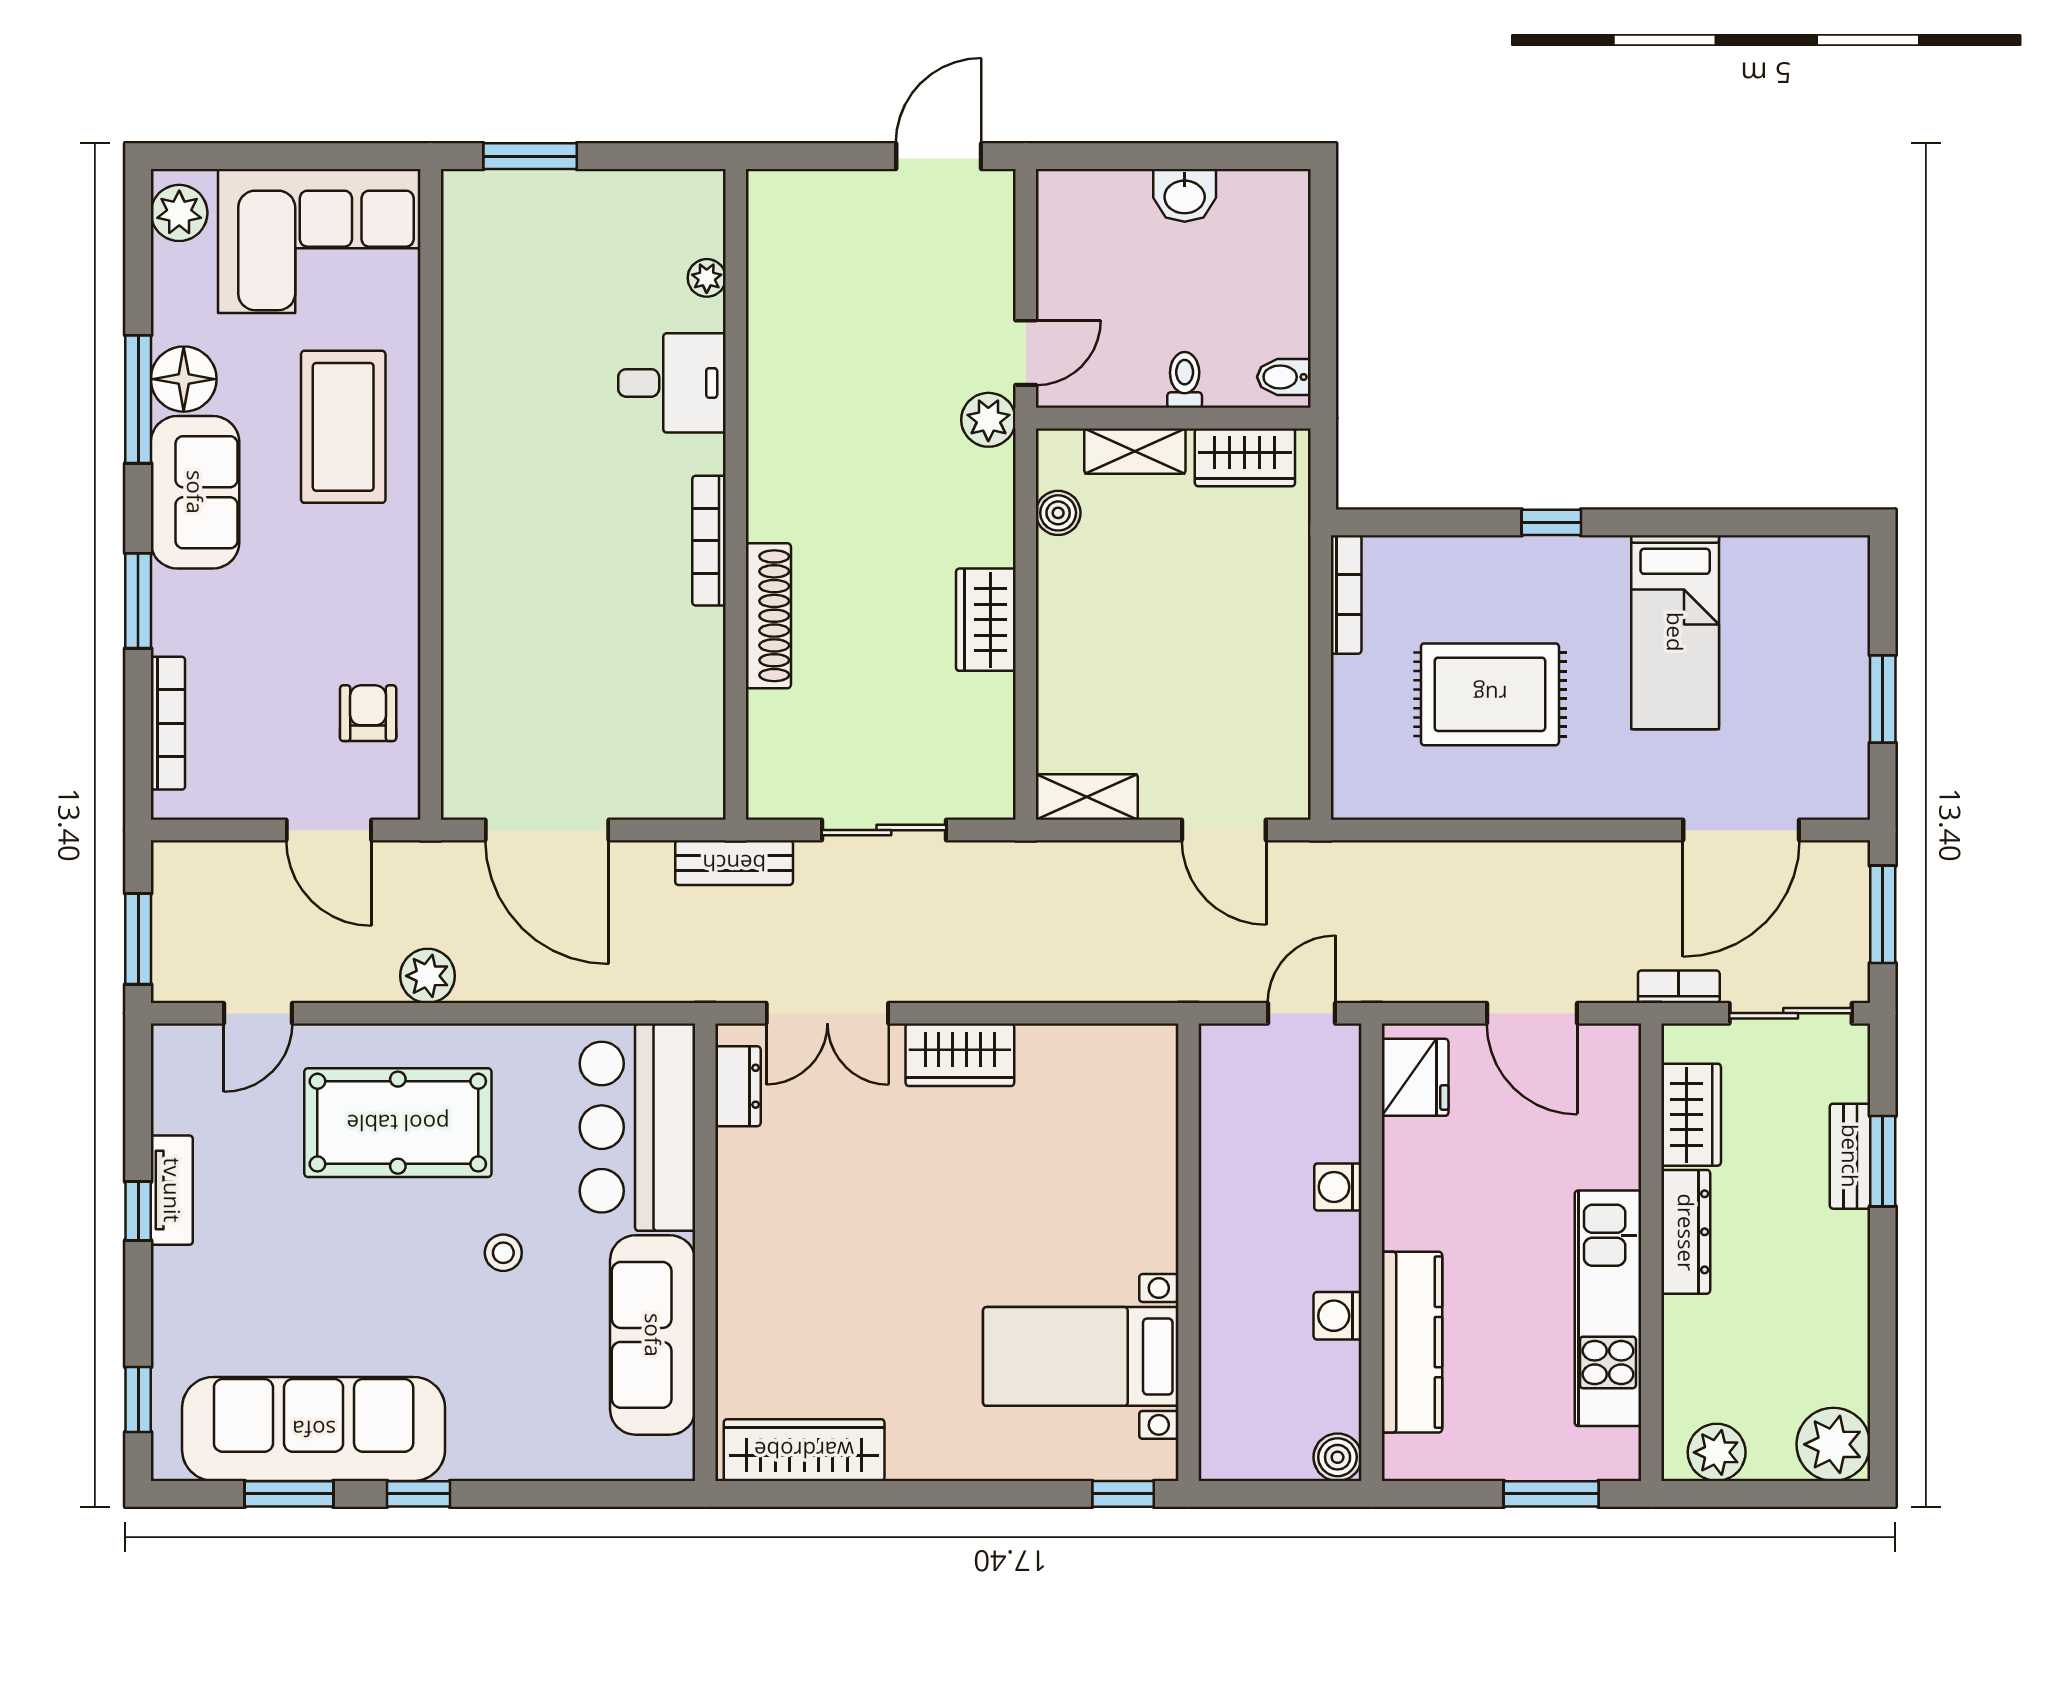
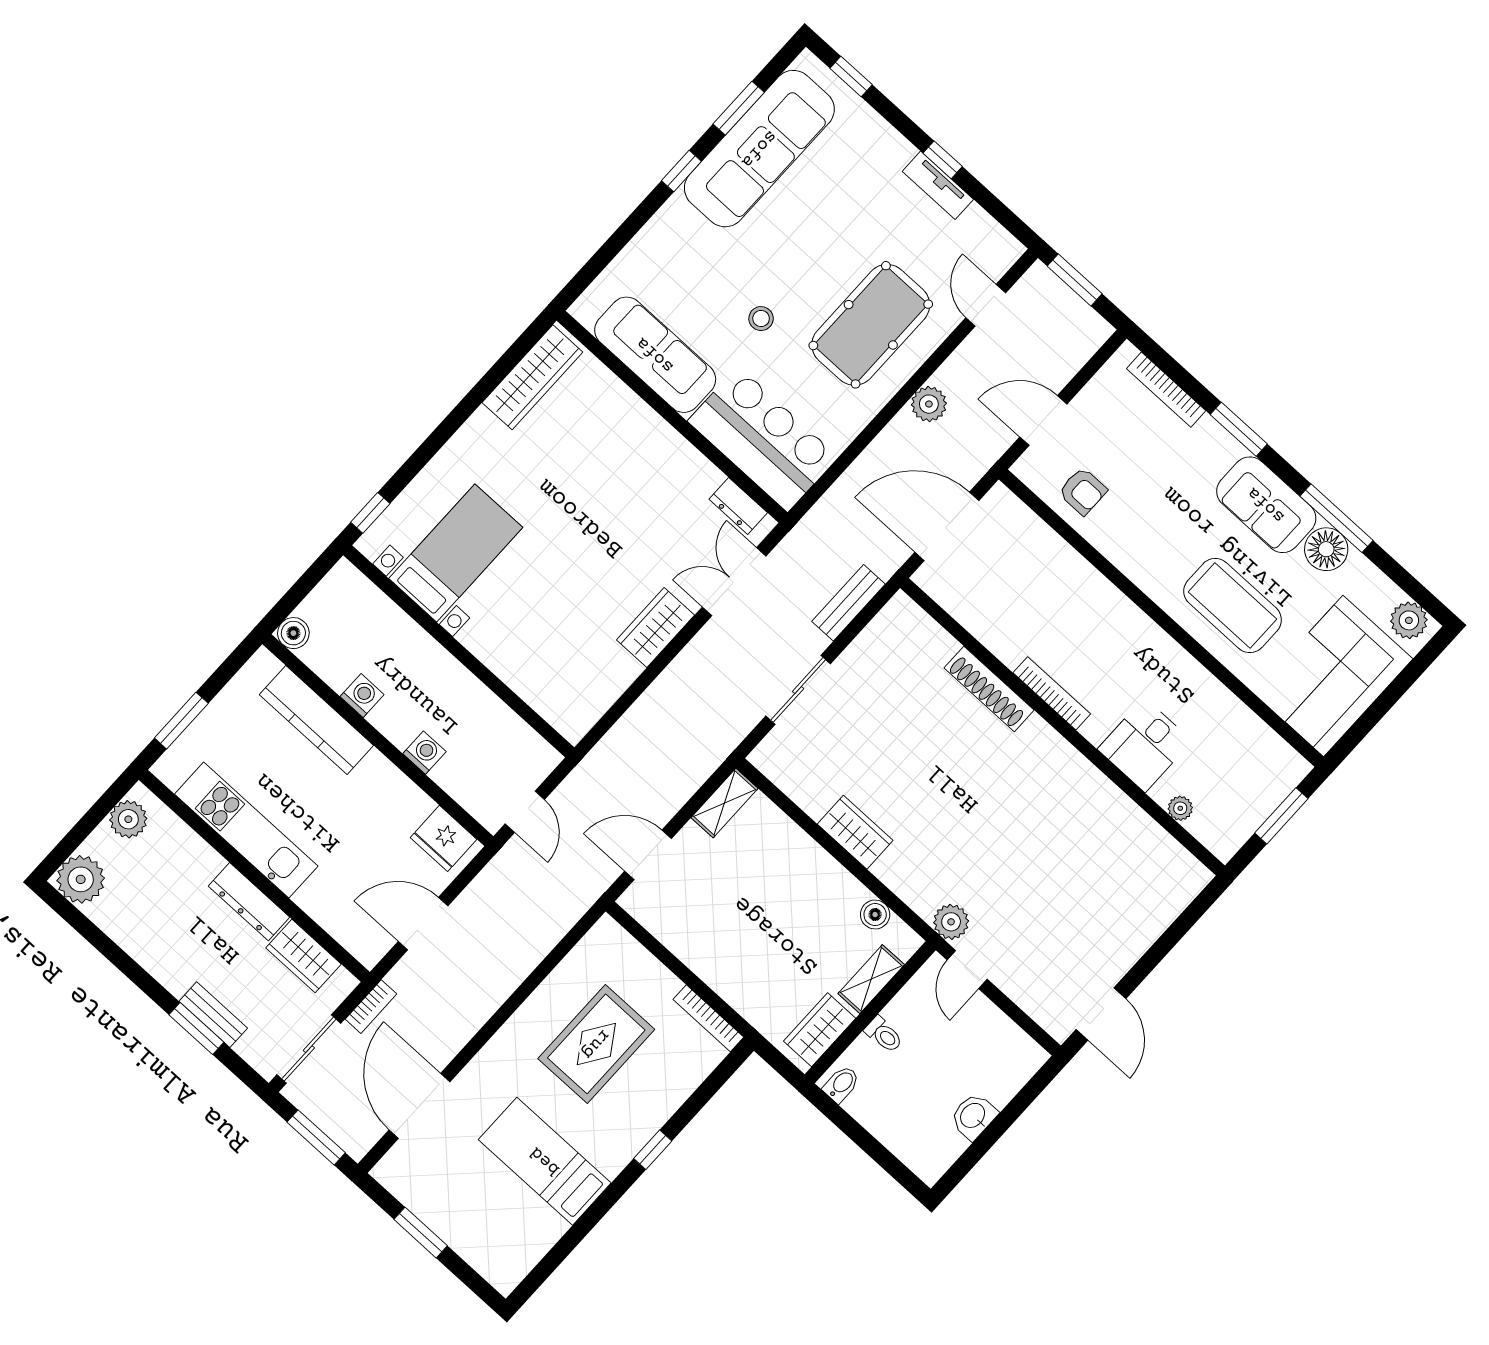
plant: (707, 278) -> (1180, 808), moved
desk: (672, 383) -> (1145, 745), moved
wall: (736, 494) -> (1062, 727), moved
bookcase: (709, 541) -> (1052, 693), moved
shoe rack: (768, 616) -> (989, 689), moved

